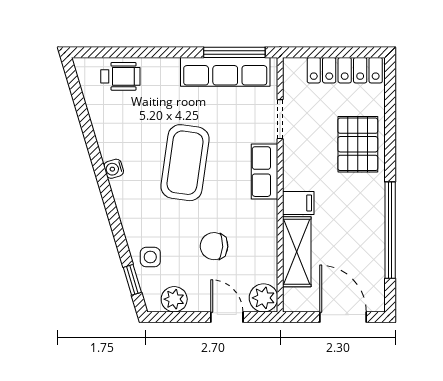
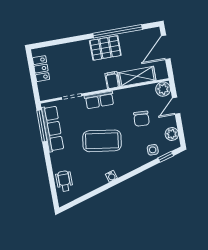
locker: (345, 70) -> (41, 69), width x0.66
pallet: (358, 144) -> (105, 48), moved

